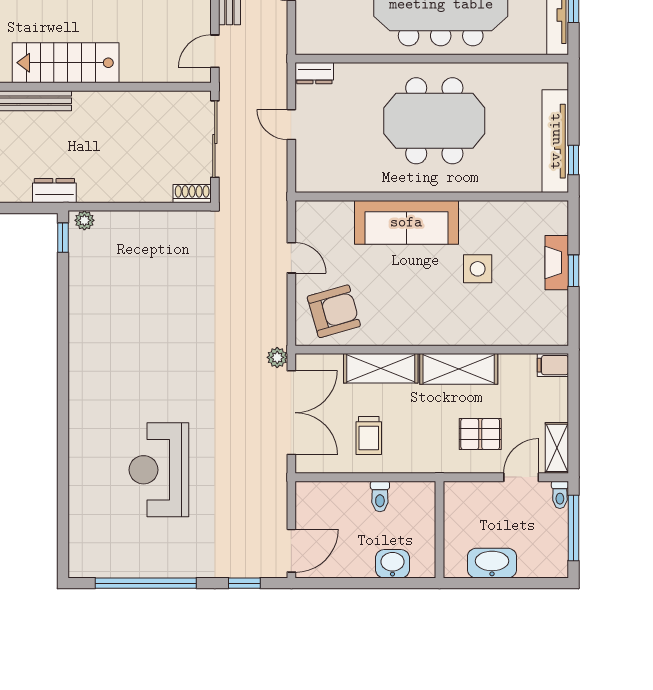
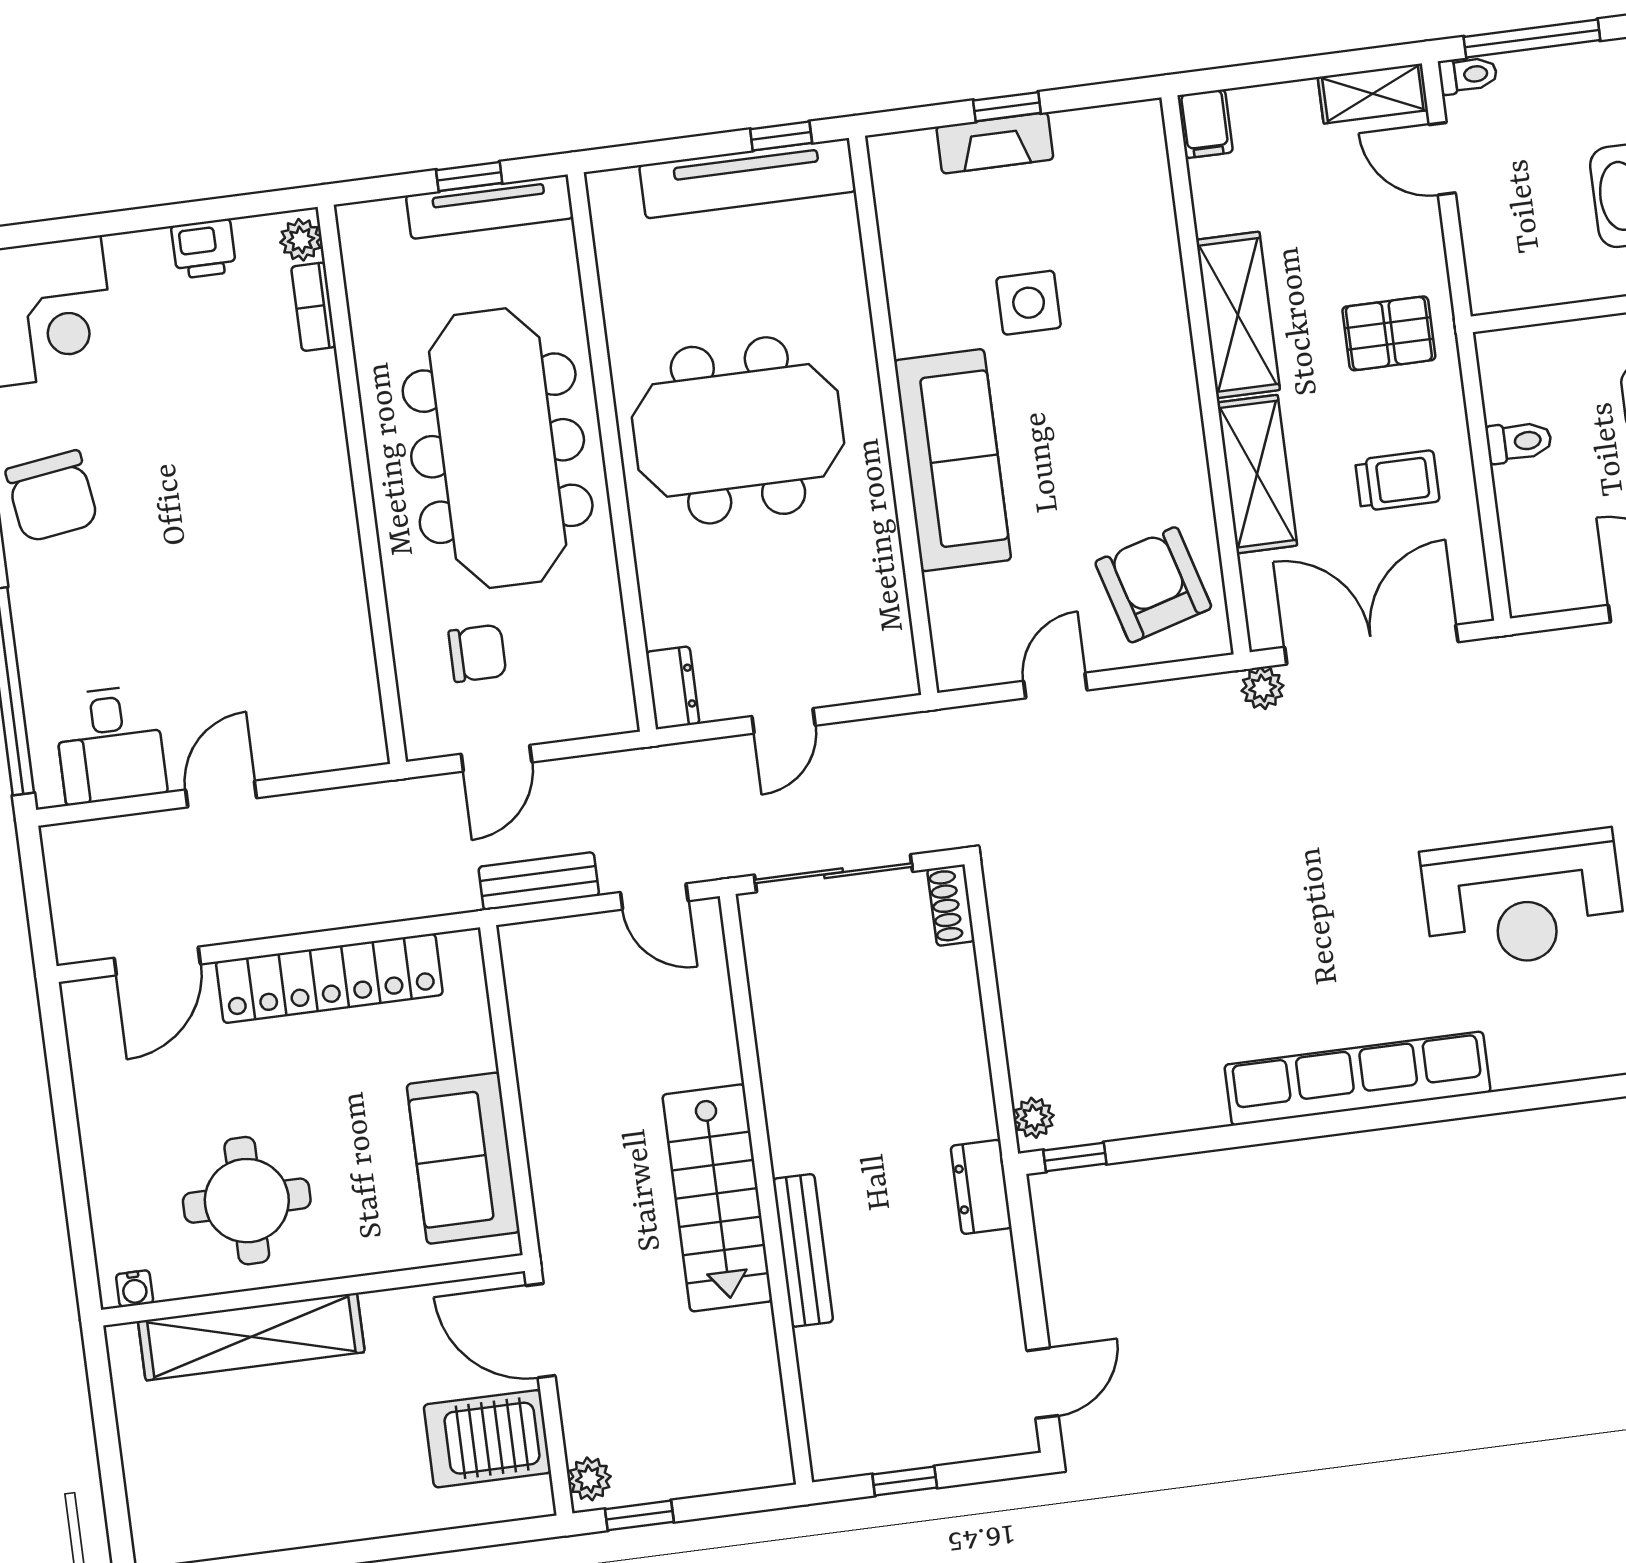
meeting table: (434, 121) -> (738, 430), turned 90
row of seats: (83, 379) -> (1357, 1079), added
pallet: (480, 434) -> (1389, 333), moved, turned 90

